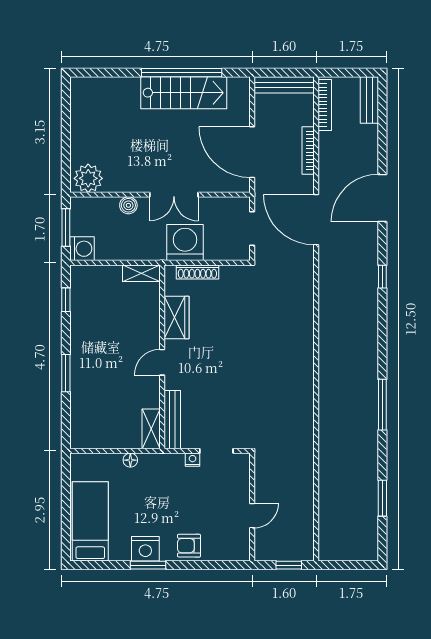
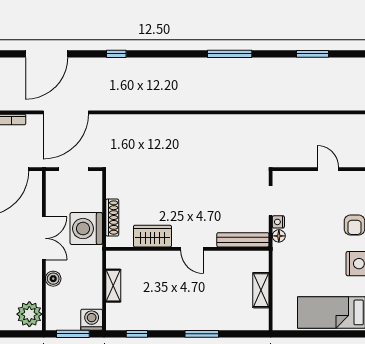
door: (382, 198) -> (47, 54), hinge flipped
shelving: (141, 273) -> (113, 286), moved
shelving: (151, 429) -> (261, 290), moved, turned 90
floor lamp: (130, 460) -> (279, 236), moved

